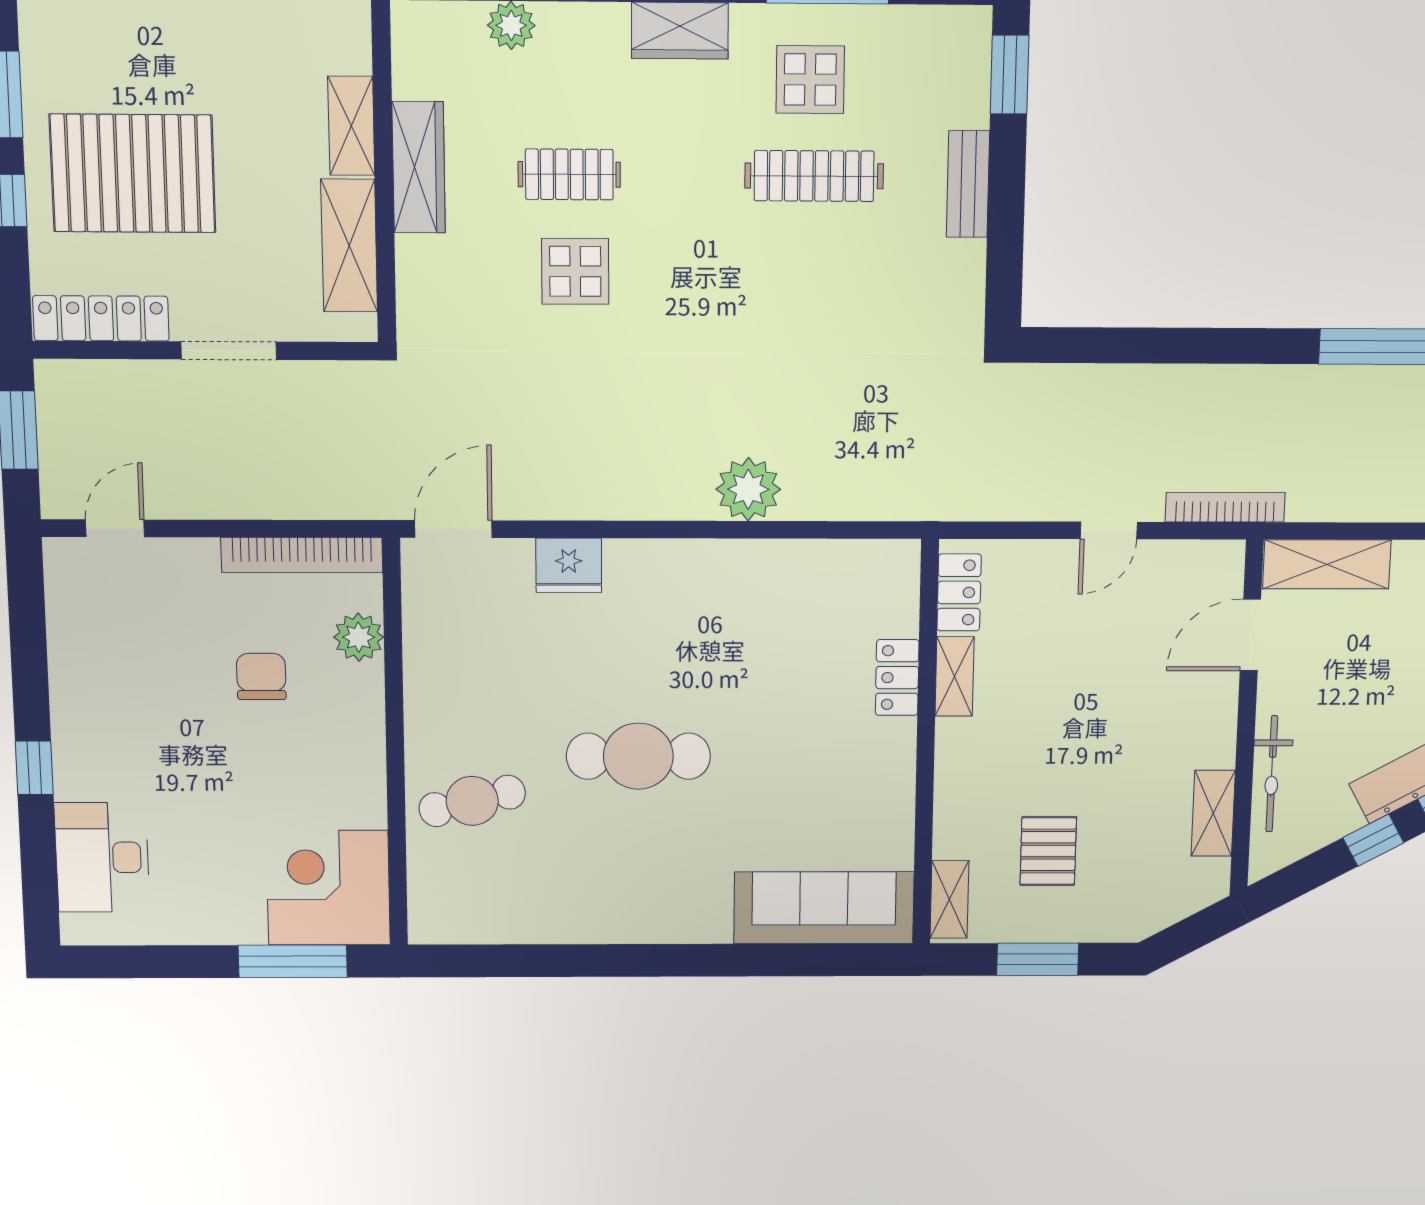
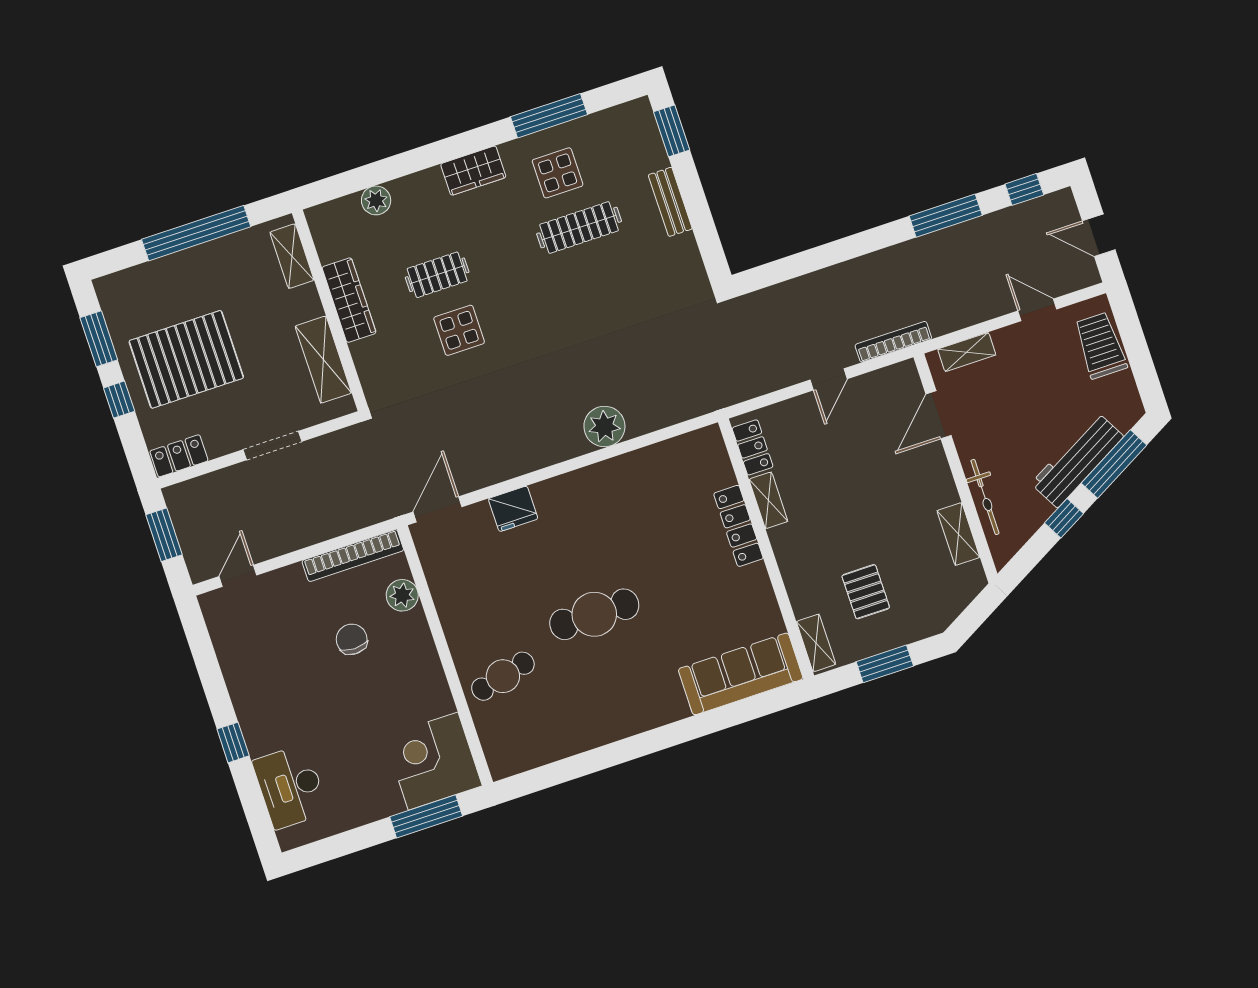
shelving: (351, 126) -> (292, 256), moved
locker: (101, 318) -> (179, 456), width x0.66
shelving: (1327, 564) -> (967, 352), width x0.67, depth x0.75
locker: (897, 678) -> (738, 526), width x1.53

